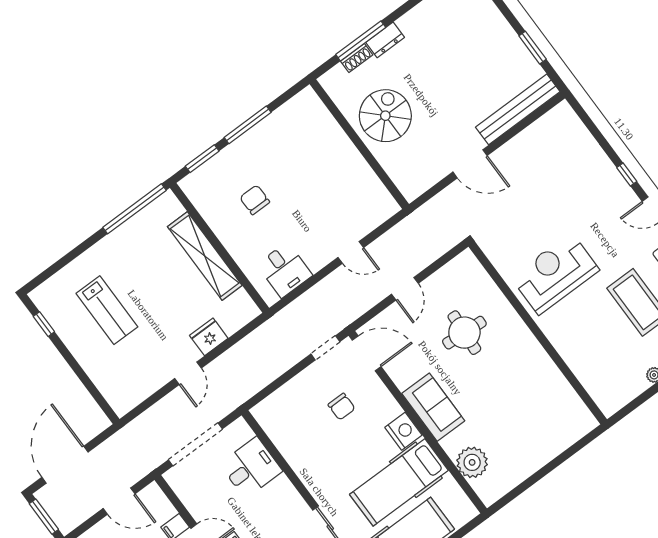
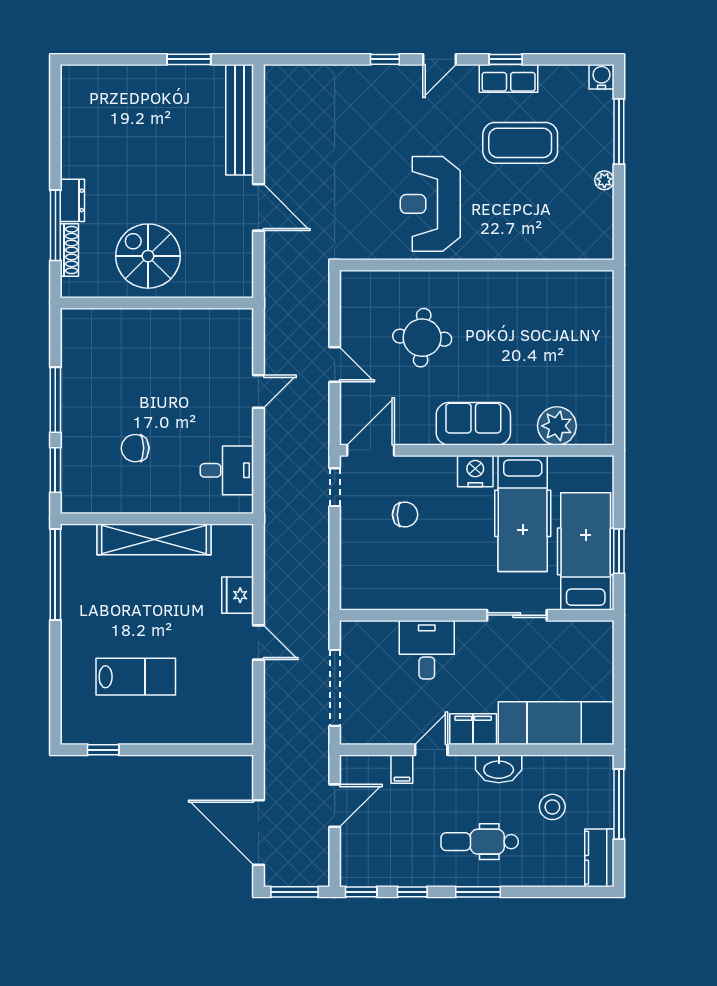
shoe rack: (357, 58) -> (69, 250), width x1.43
door: (470, 164) -> (258, 207), hinge flipped
desk: (251, 468) -> (427, 650), moved

